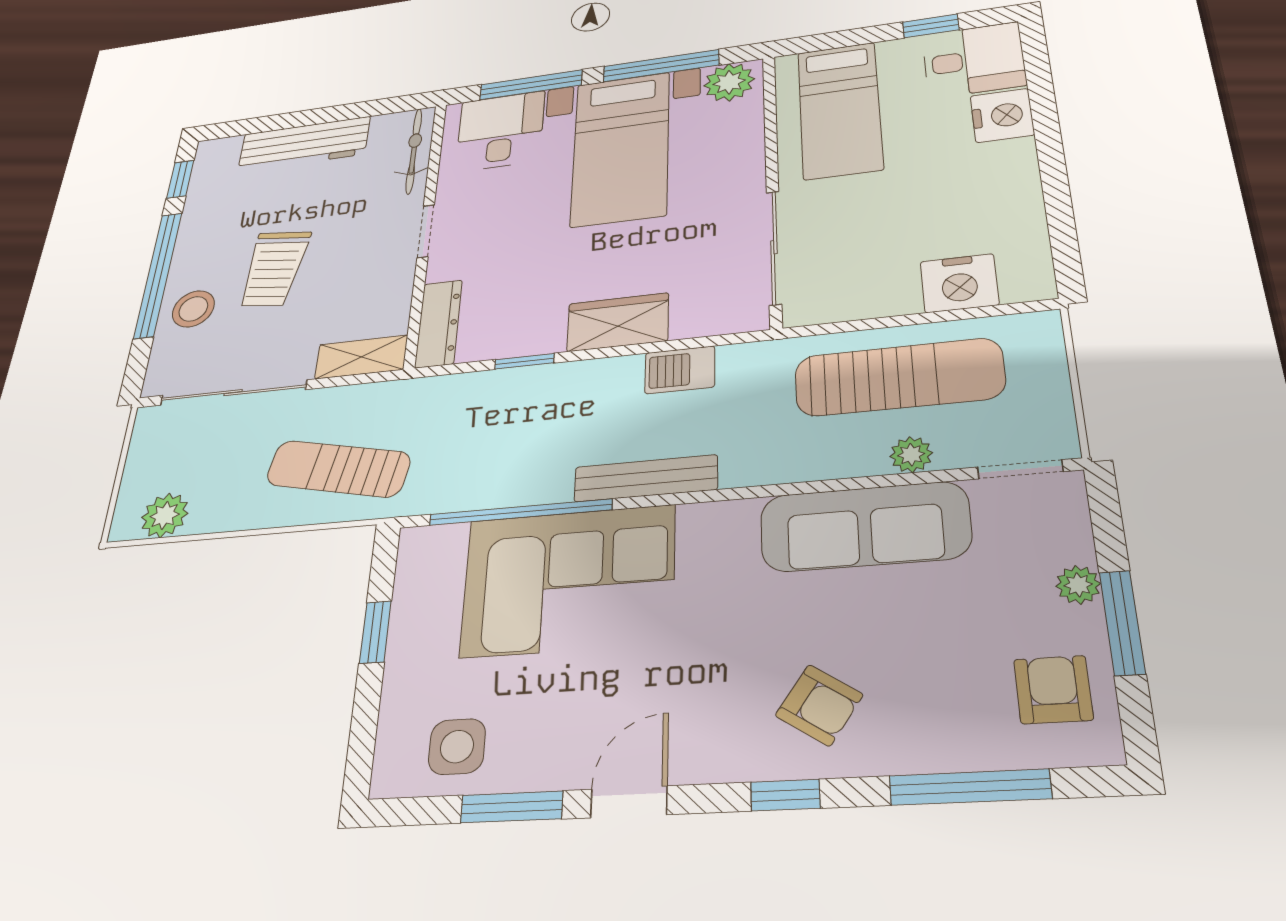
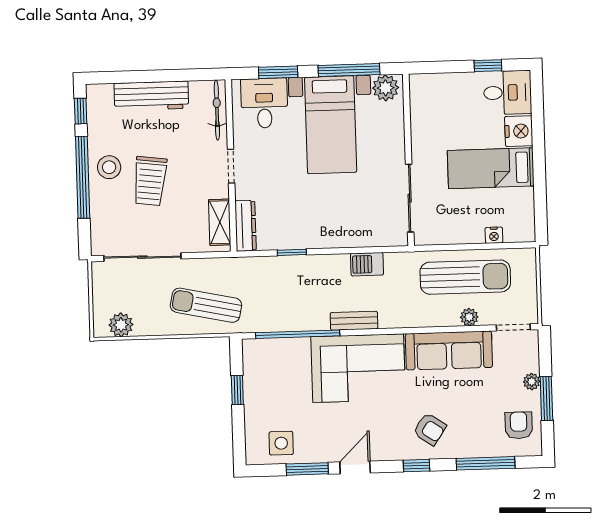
window: (531, 85) -> (278, 72), width x0.69
bed: (840, 110) -> (491, 168), moved, turned 90
nightstand: (959, 283) -> (494, 235), width x0.53, depth x0.56
stool: (193, 309) -> (109, 167), moved
wardrobe: (618, 322) -> (336, 234), removed
shelving: (361, 357) -> (220, 222), moved, turned 90
bench: (646, 478) -> (354, 321), width x0.73
corner sofa: (568, 580) -> (358, 368), moved

